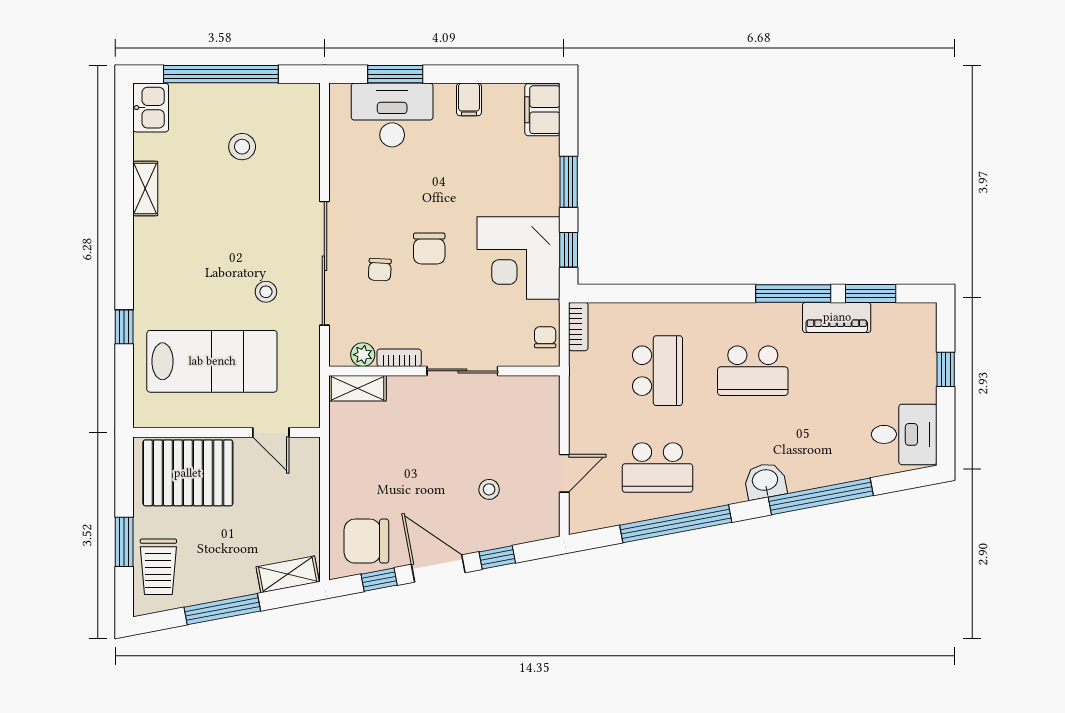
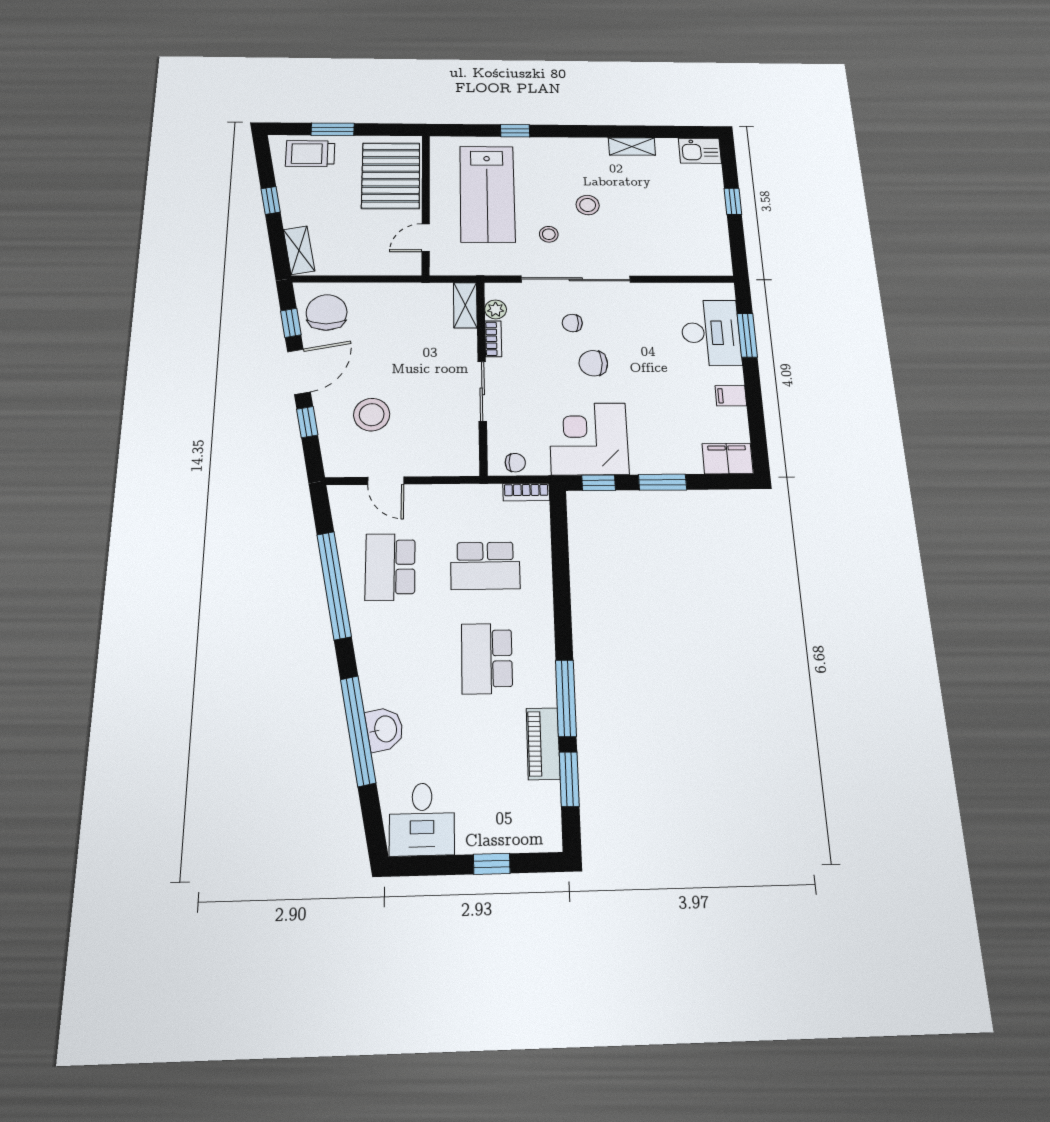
window: (221, 74) -> (733, 201), width x0.32
stool: (242, 147) -> (588, 205), moved
washbasin: (765, 481) -> (385, 729), moved
stool: (489, 489) -> (372, 415), width x1.89, depth x1.89
window: (222, 609) -> (271, 200), width x0.46

